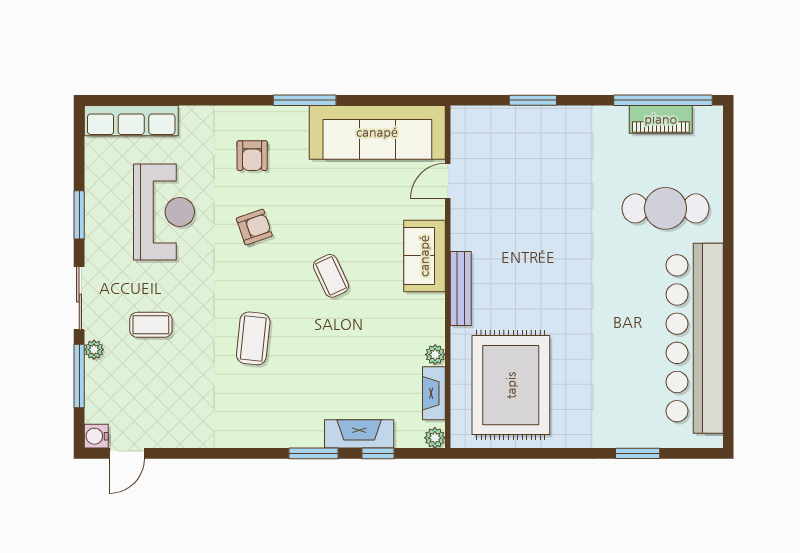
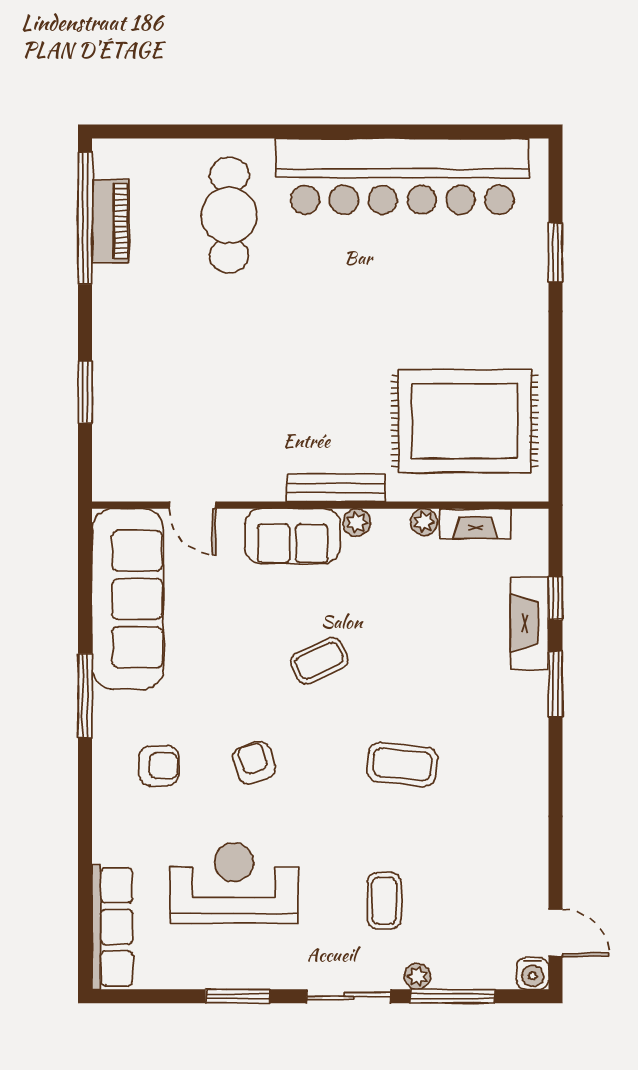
plant: (435, 438) -> (357, 522), moved

